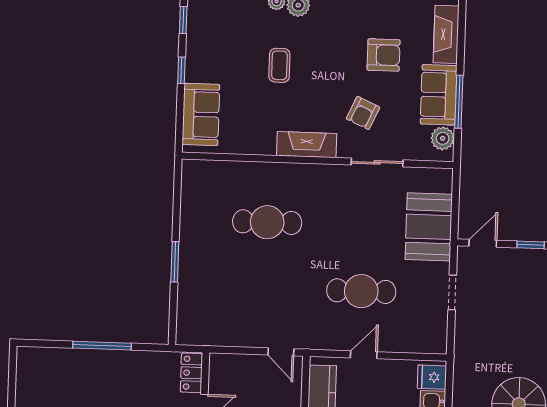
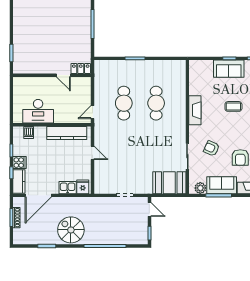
sofa: (201, 114) -> (229, 69), moved
fireplace: (307, 145) -> (195, 110), moved
booth: (429, 227) -> (169, 183), moved
cafe table: (361, 291) -> (124, 103), moved

